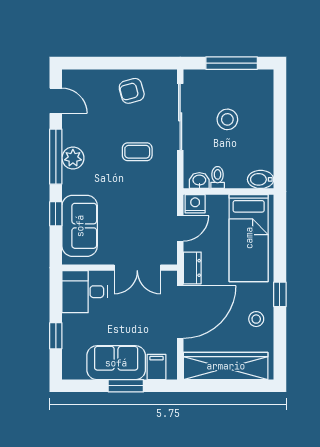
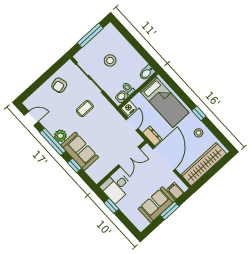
sofa: (80, 226) -> (80, 151), moved
window: (56, 336) -> (112, 206), moved

